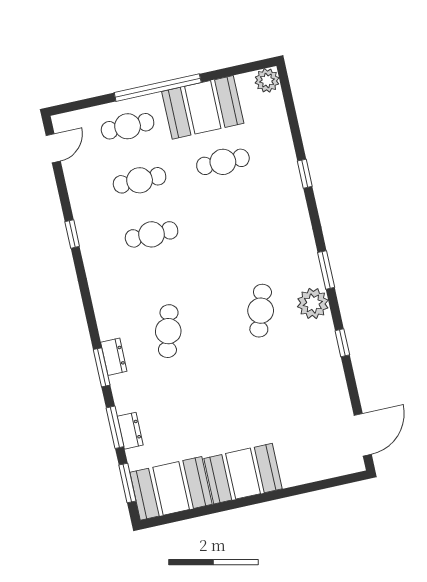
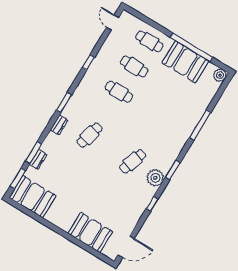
window: (158, 88) -> (191, 47), moved
door: (53, 148) -> (113, 22), swing flipped
cafe table: (223, 162) -> (173, 90), removed
window: (305, 174) -> (200, 125), width x2.17
window: (102, 367) -> (64, 102), moved
booth: (243, 474) -> (90, 232), moved

